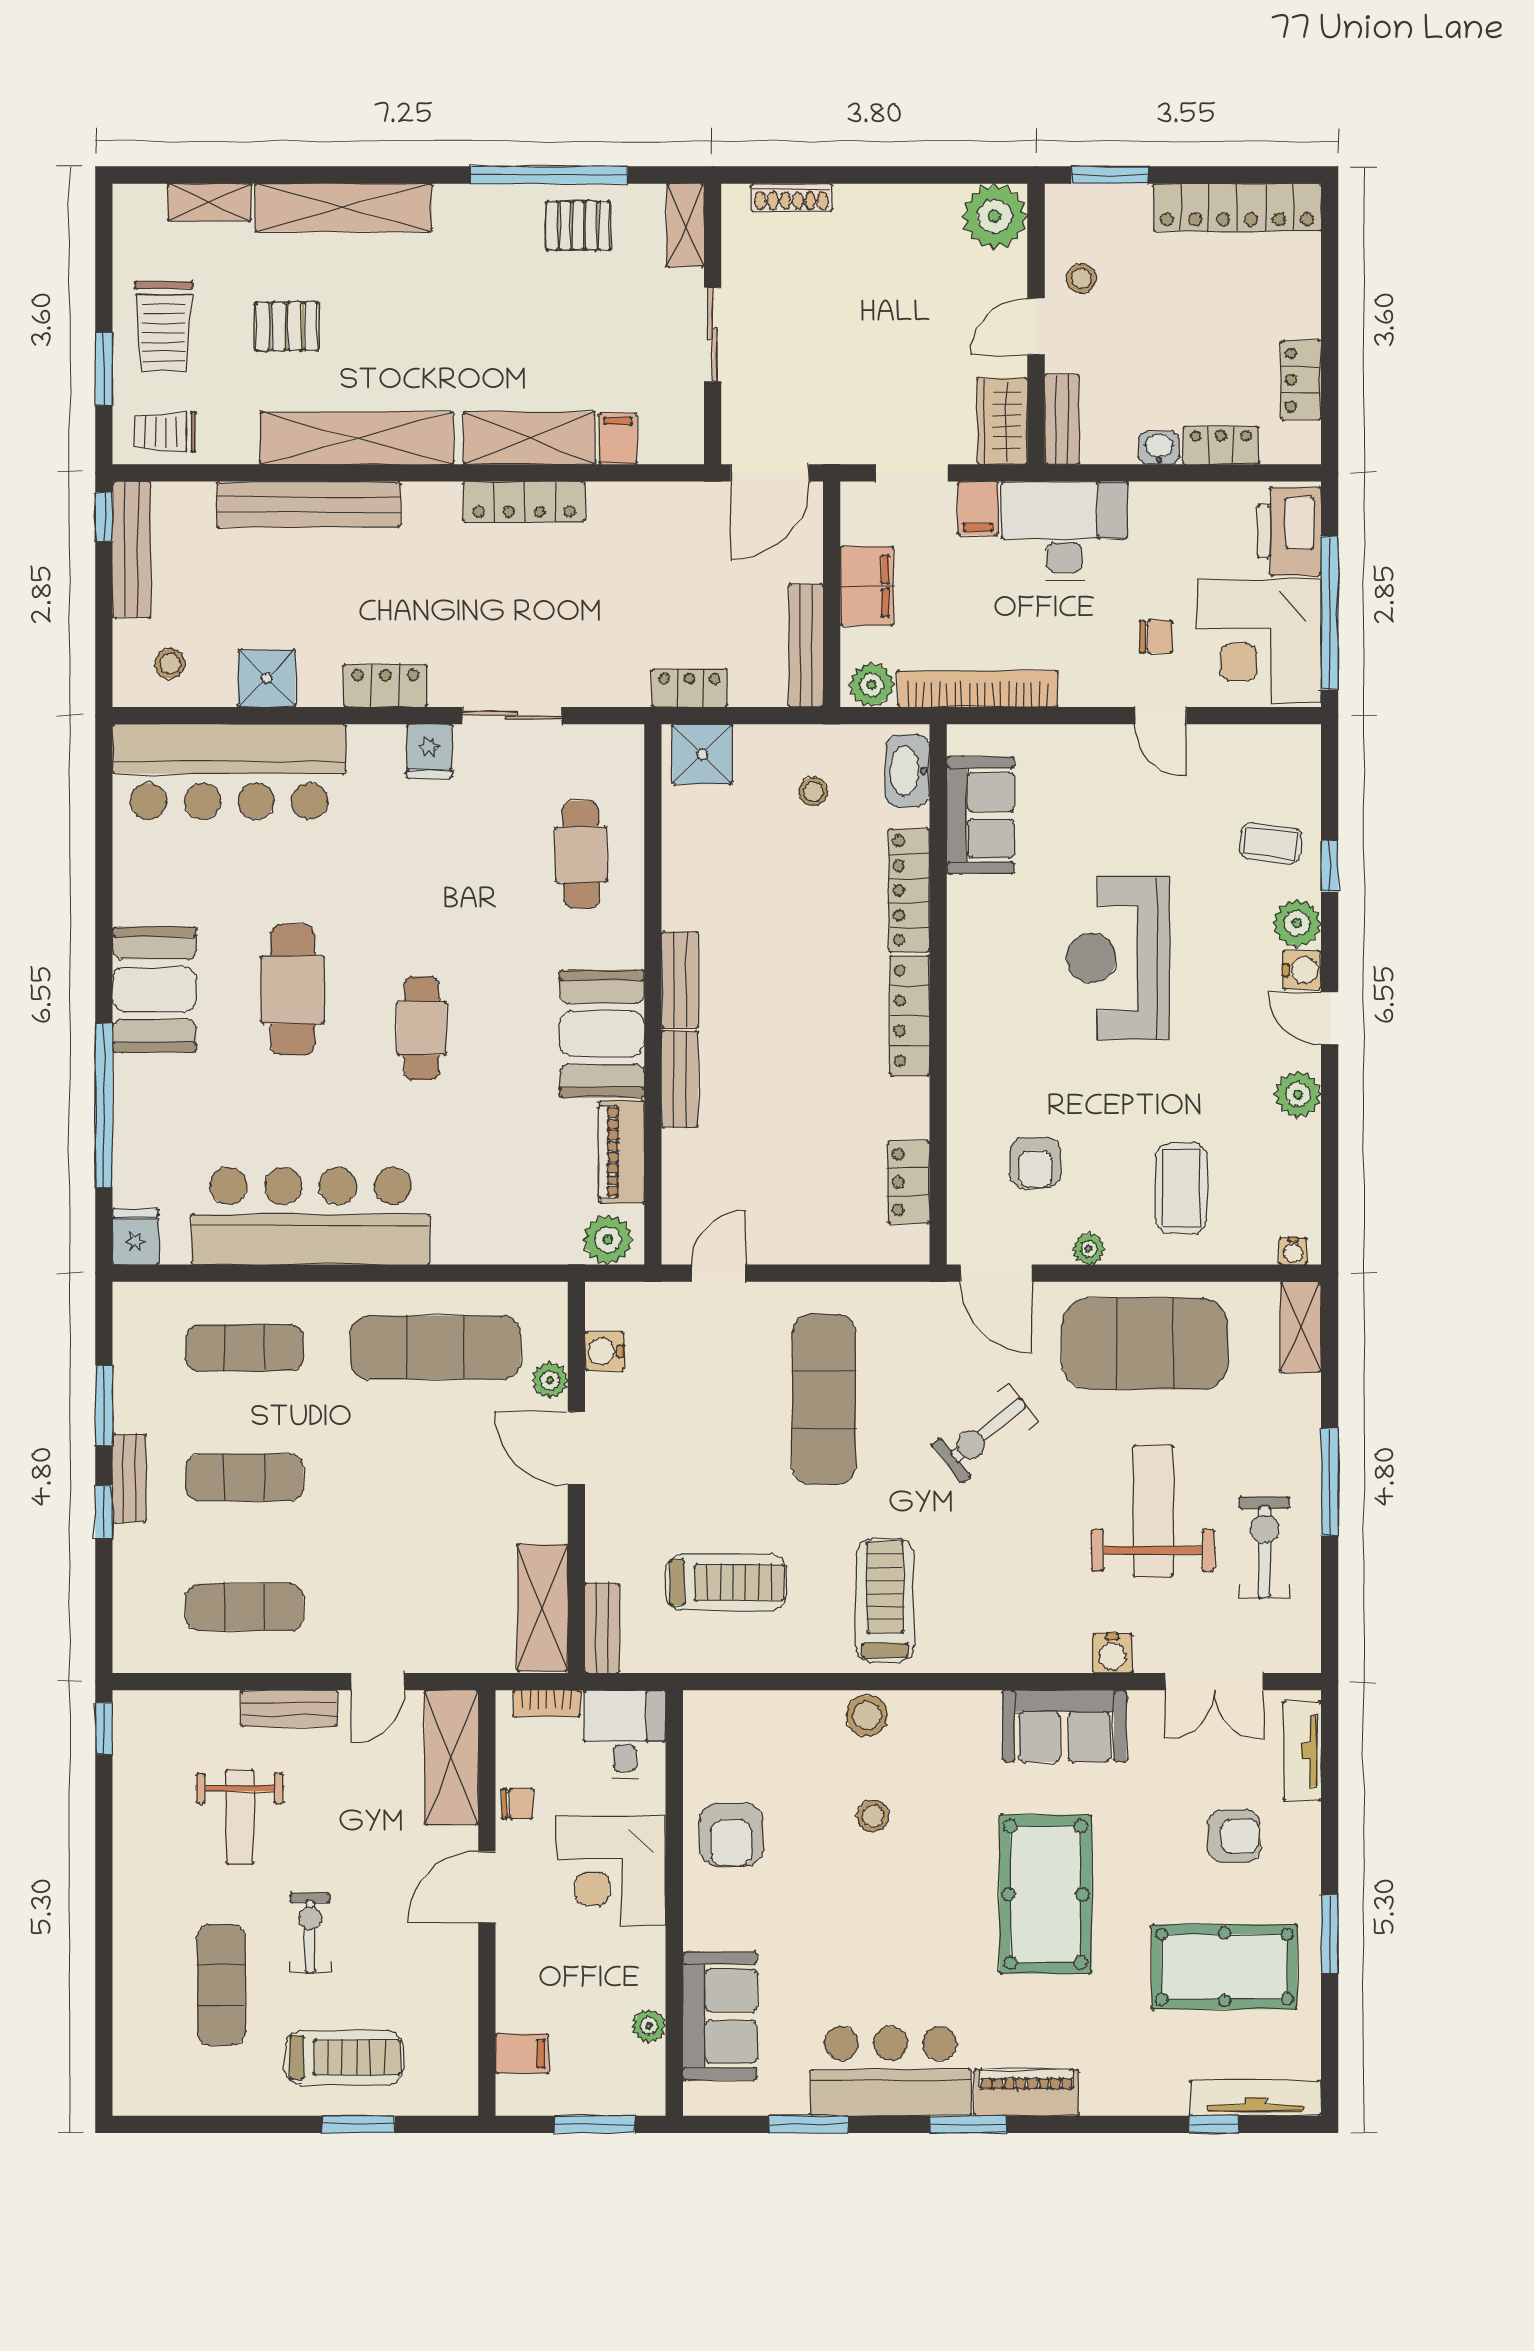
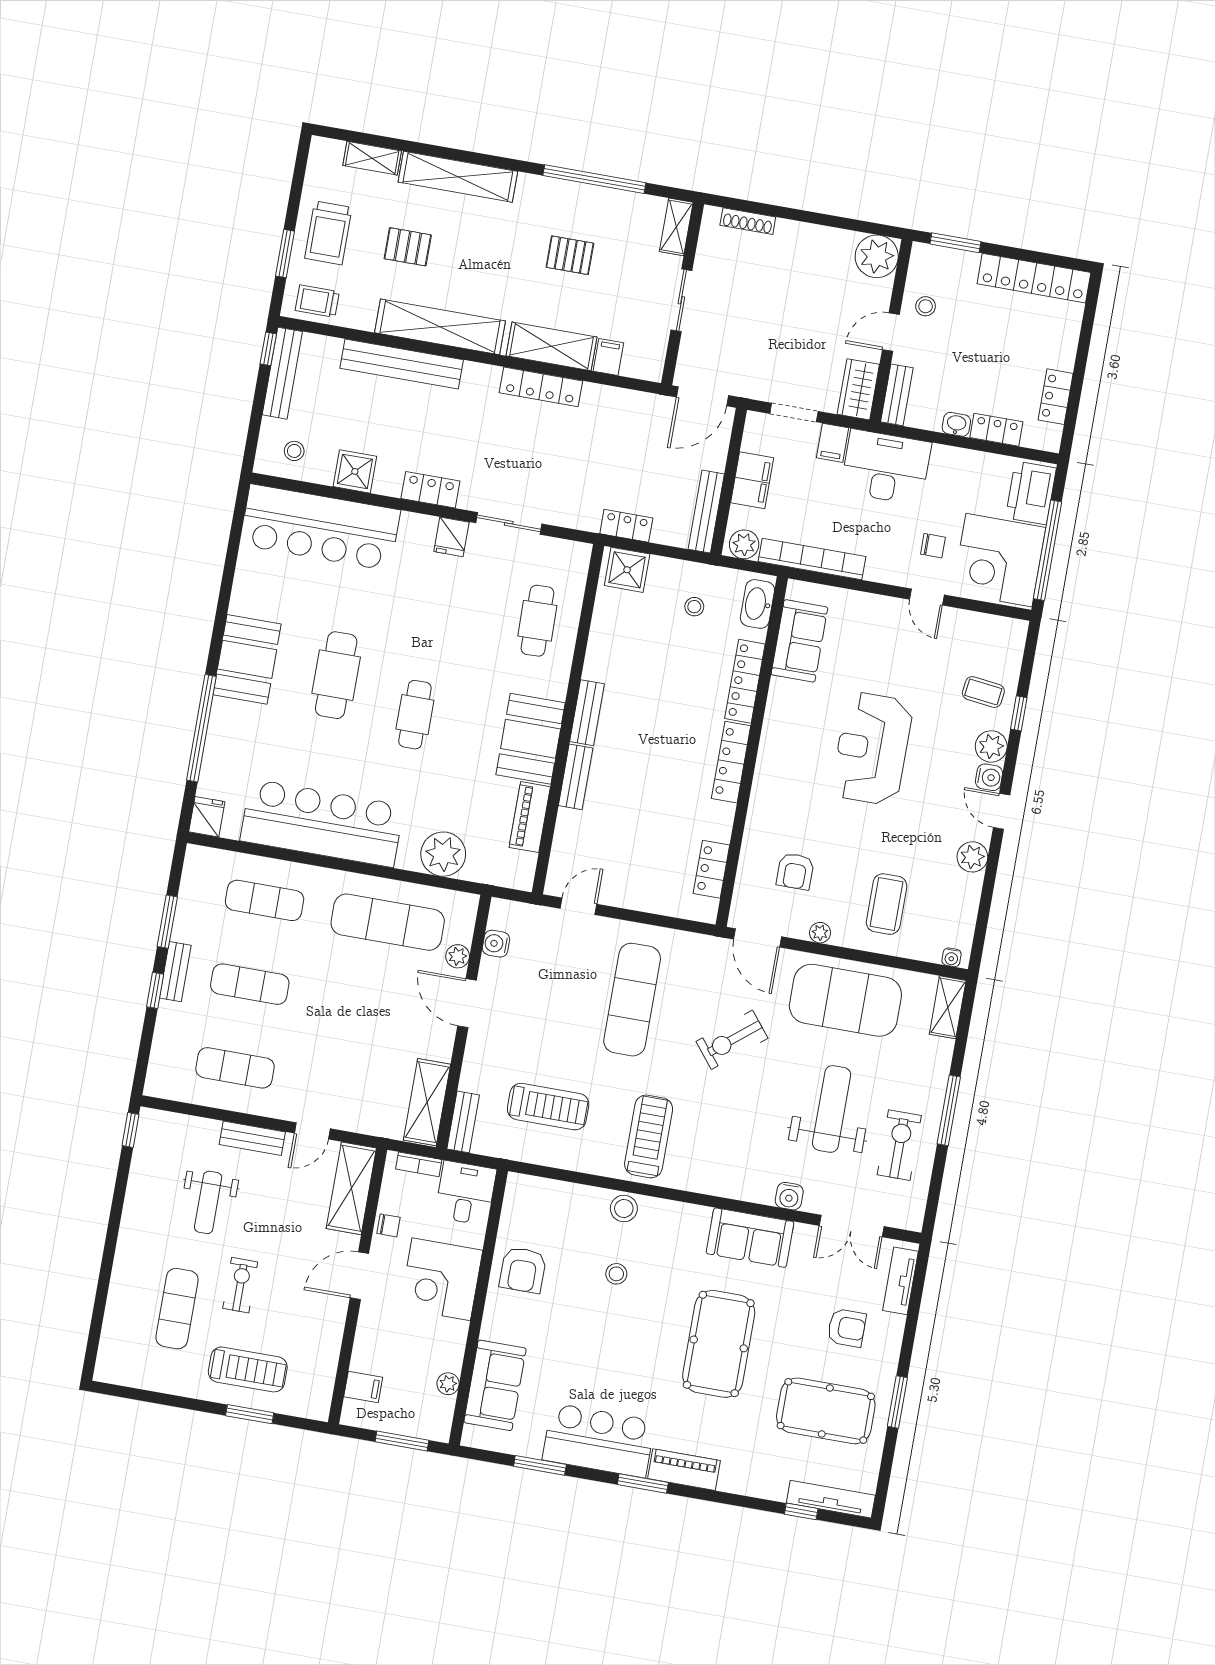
pallet: (578, 226) -> (570, 255), moved
plant: (608, 1240) -> (443, 854), moved, width x1.36, depth x1.36

